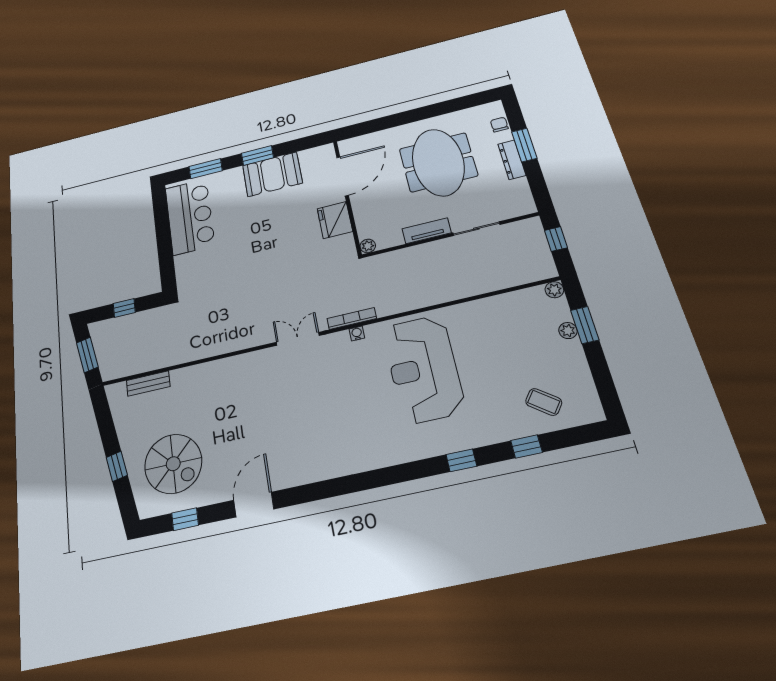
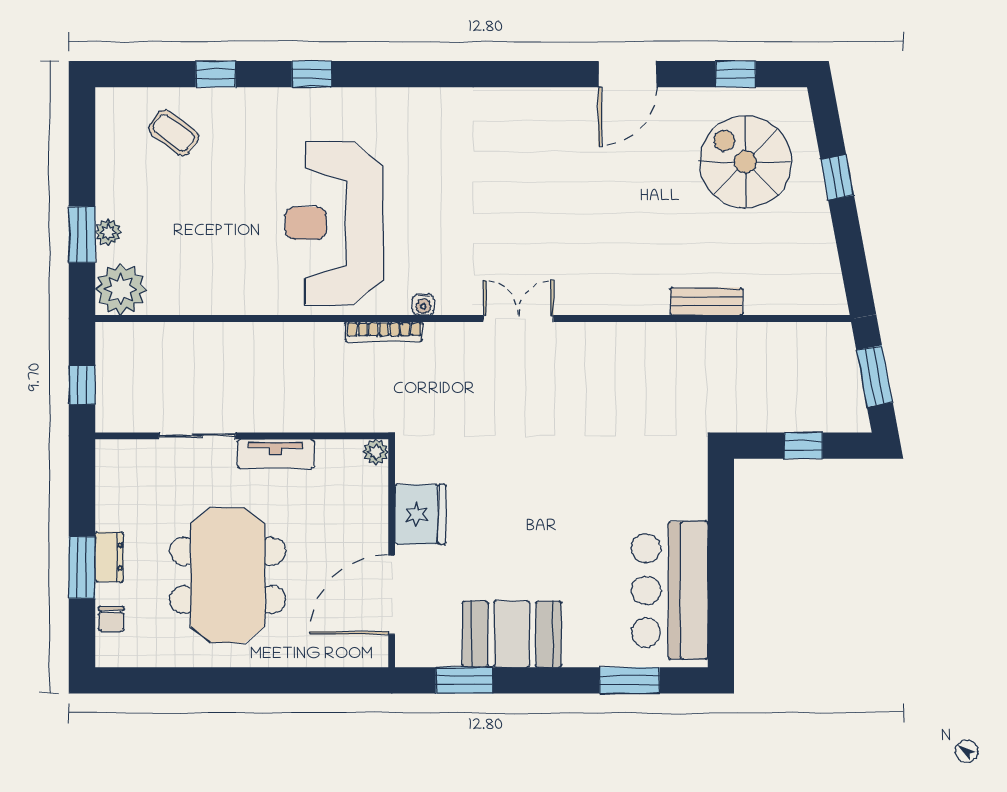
window: (257, 155) -> (464, 680), moved
dresser: (512, 160) -> (109, 557), width x0.70
plant: (554, 290) -> (121, 290), width x1.88, depth x1.88
bookcase: (352, 318) -> (384, 332), moved
double door: (298, 339) -> (518, 319), swing flipped
reception desk: (423, 369) -> (334, 223), turned 180
bench: (148, 383) -> (706, 301), moved

